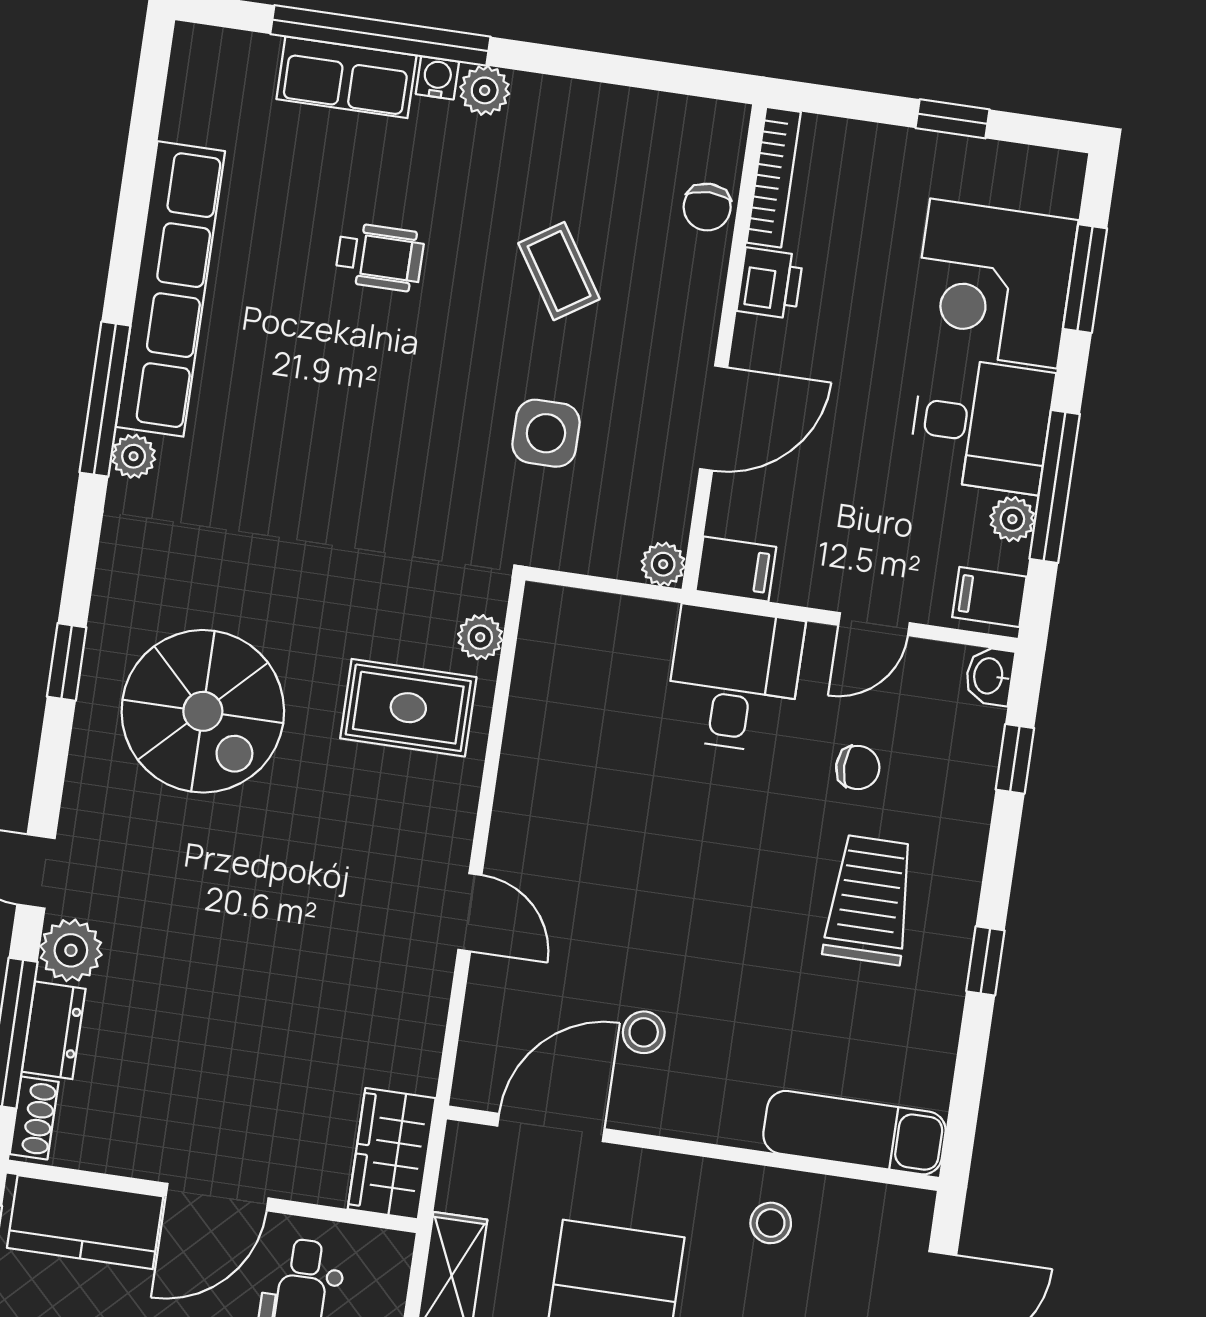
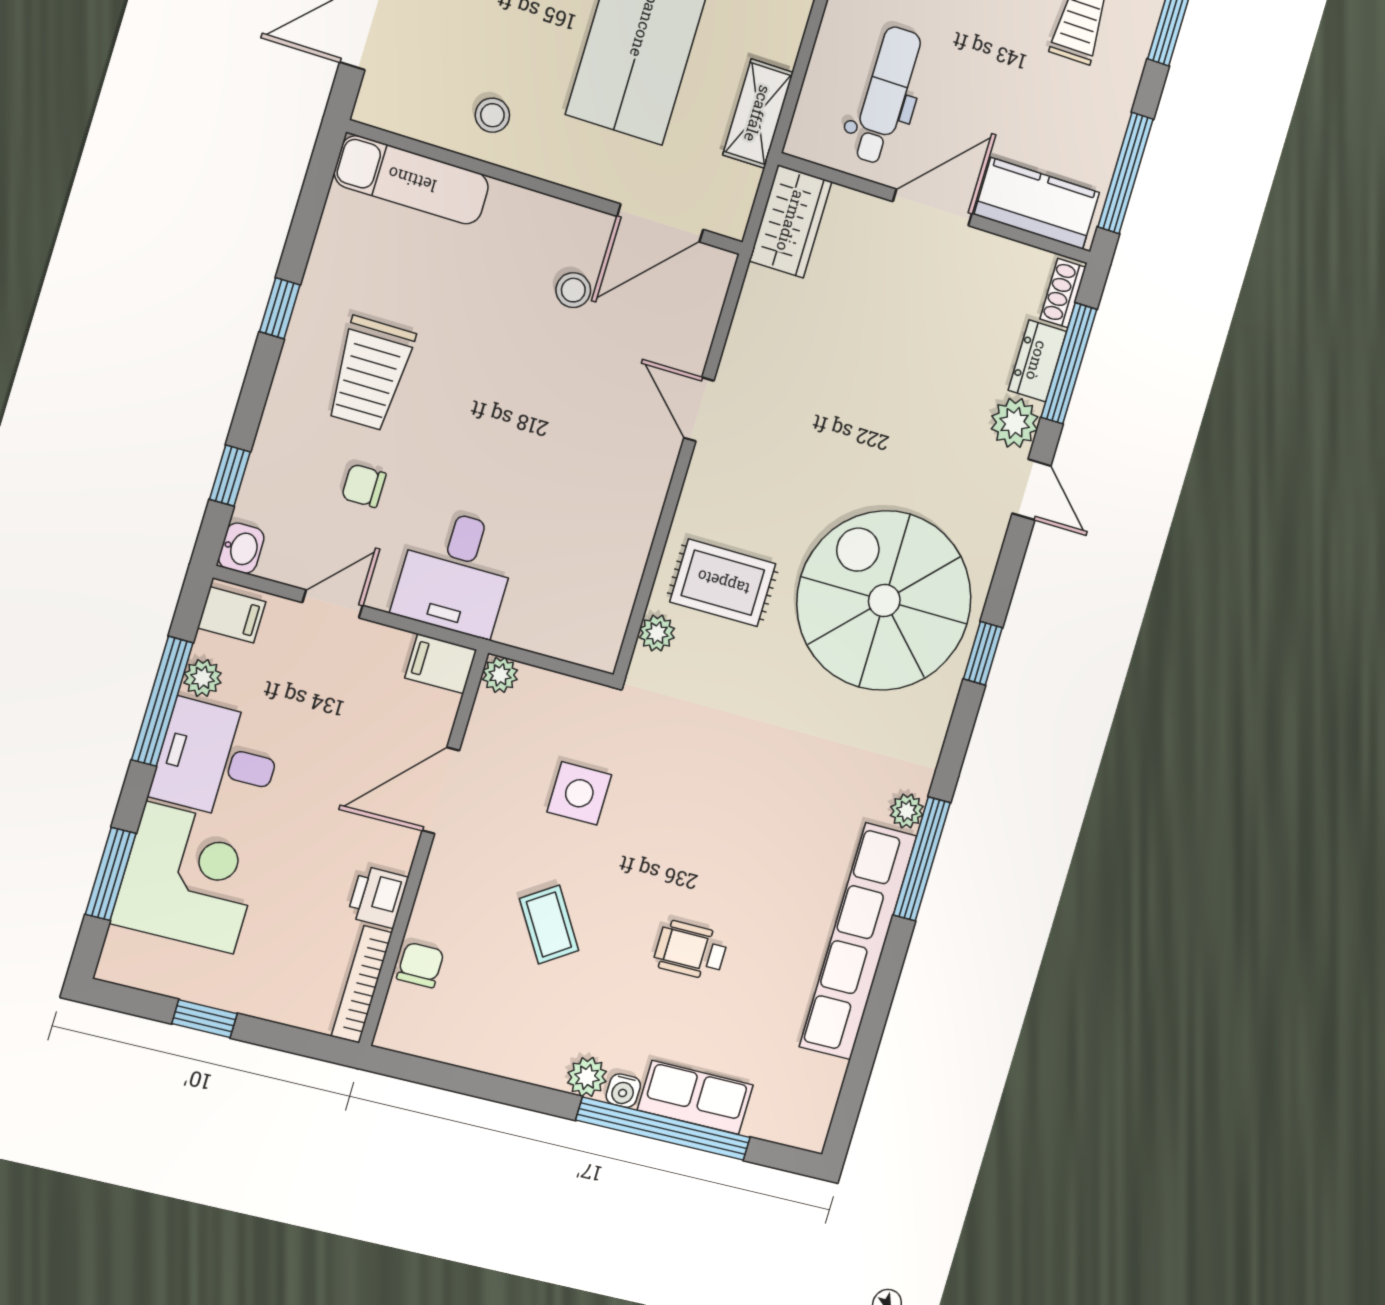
spiral stairs: (203, 711) -> (884, 601), width x1.37, depth x1.37

